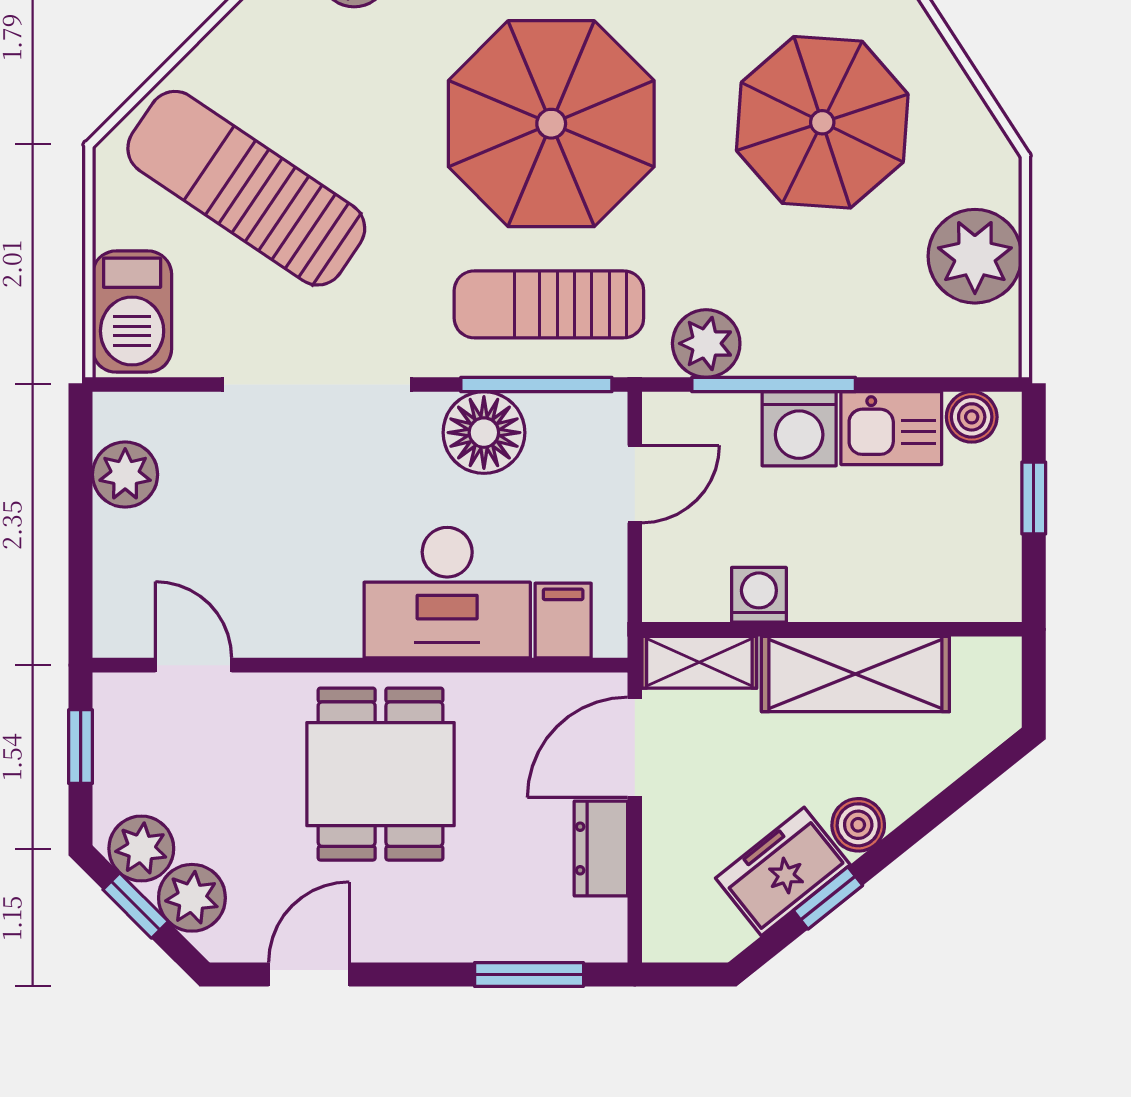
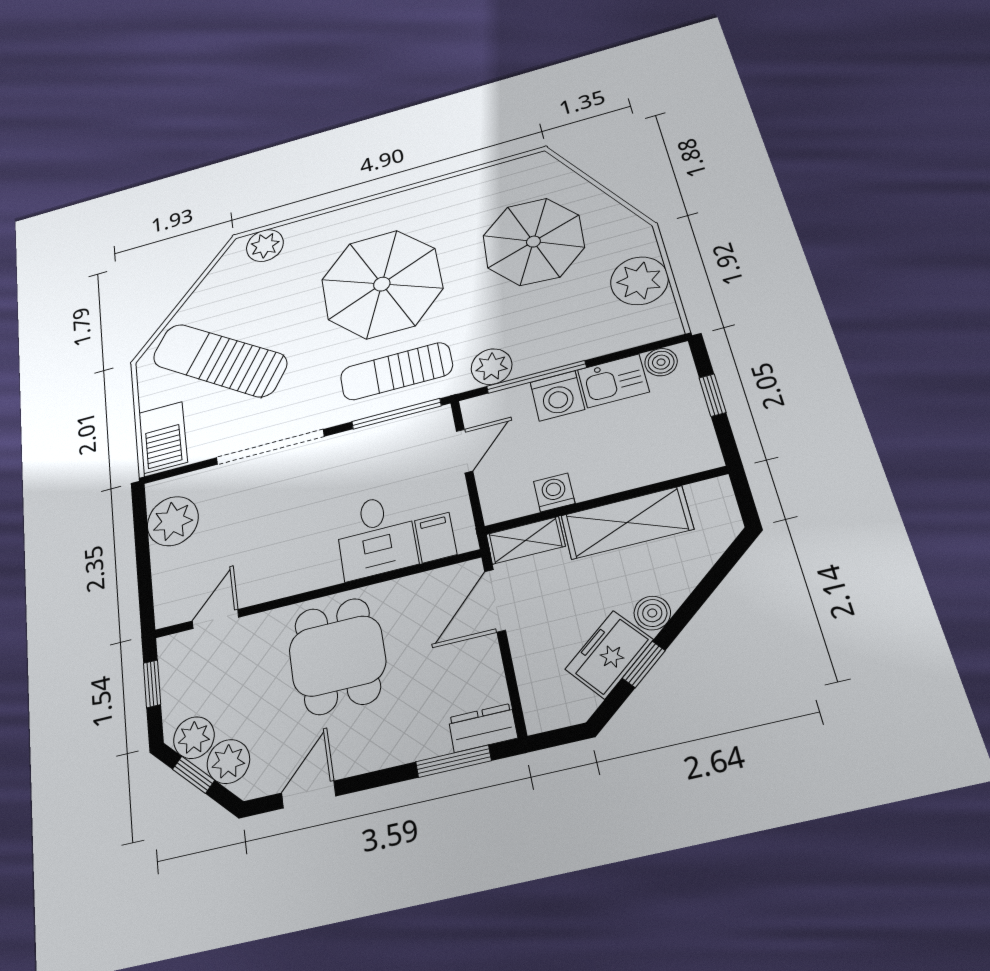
floor lamp: (484, 433) -> (370, 447), removed
plant: (125, 475) -> (173, 521), width x1.36, depth x1.36
desk: (447, 593) -> (376, 536), width x0.73
door: (193, 665) -> (215, 619), hinge flipped
dresser: (601, 849) -> (483, 728), moved, turned 90

